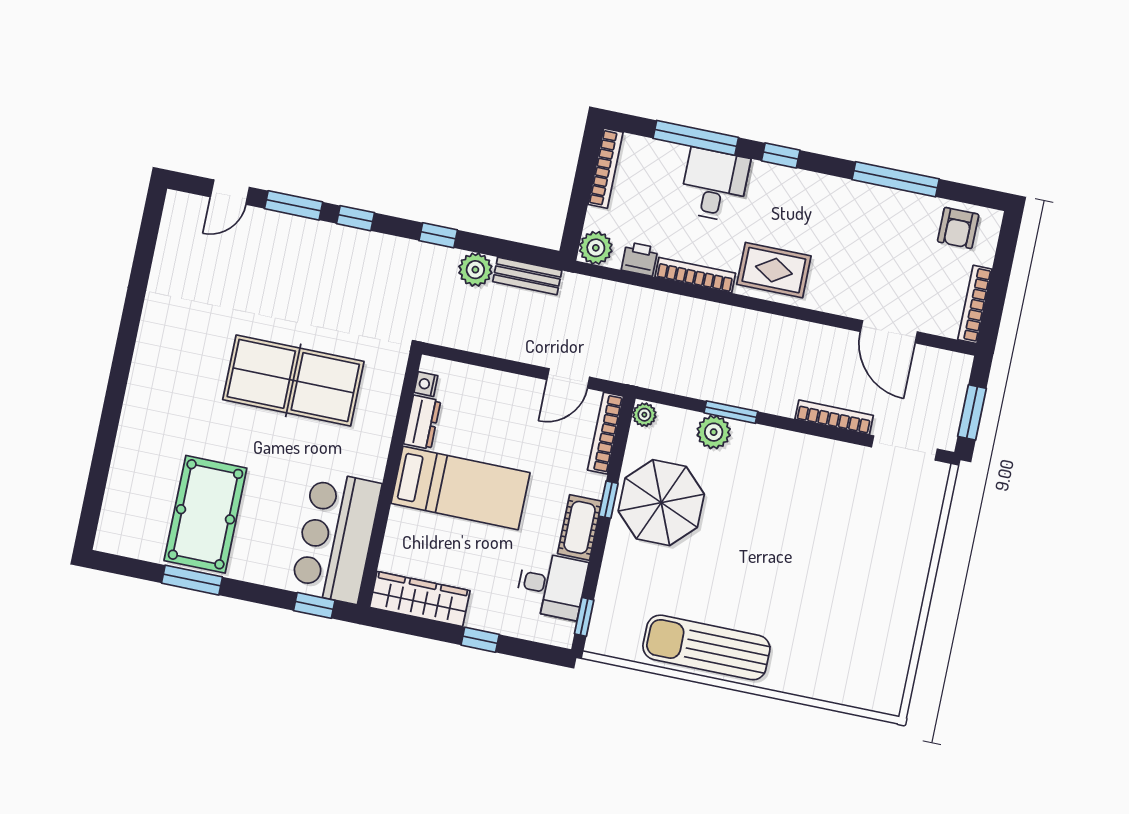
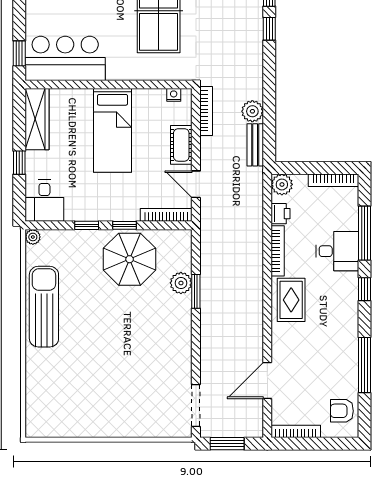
window: (438, 235) -> (269, 83), removed
plant: (644, 415) -> (33, 237), moved
bookcase: (834, 417) -> (206, 111), moved
dresser: (422, 422) -> (149, 98), removed
cot: (580, 527) -> (181, 145), moved, turned 90
desk: (552, 585) -> (44, 201), moved
window: (584, 617) -> (87, 225), moved

